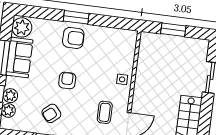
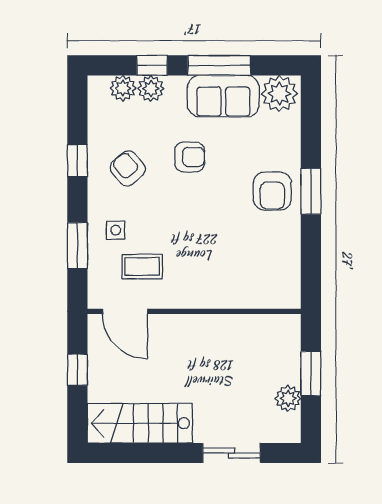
plant: (185, 44) -> (288, 398), added
side table: (122, 79) -> (116, 230), moved
armchair: (67, 81) -> (190, 157), moved

